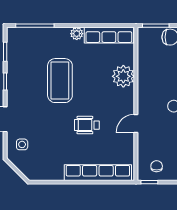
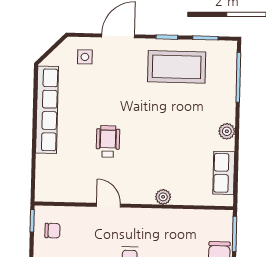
row of seats: (109, 35) -> (224, 173), width x0.68
plant: (123, 76) -> (163, 197), width x0.53, depth x0.53
coffee table: (60, 81) -> (177, 67), moved
row of seats: (98, 173) -> (47, 110), moved

